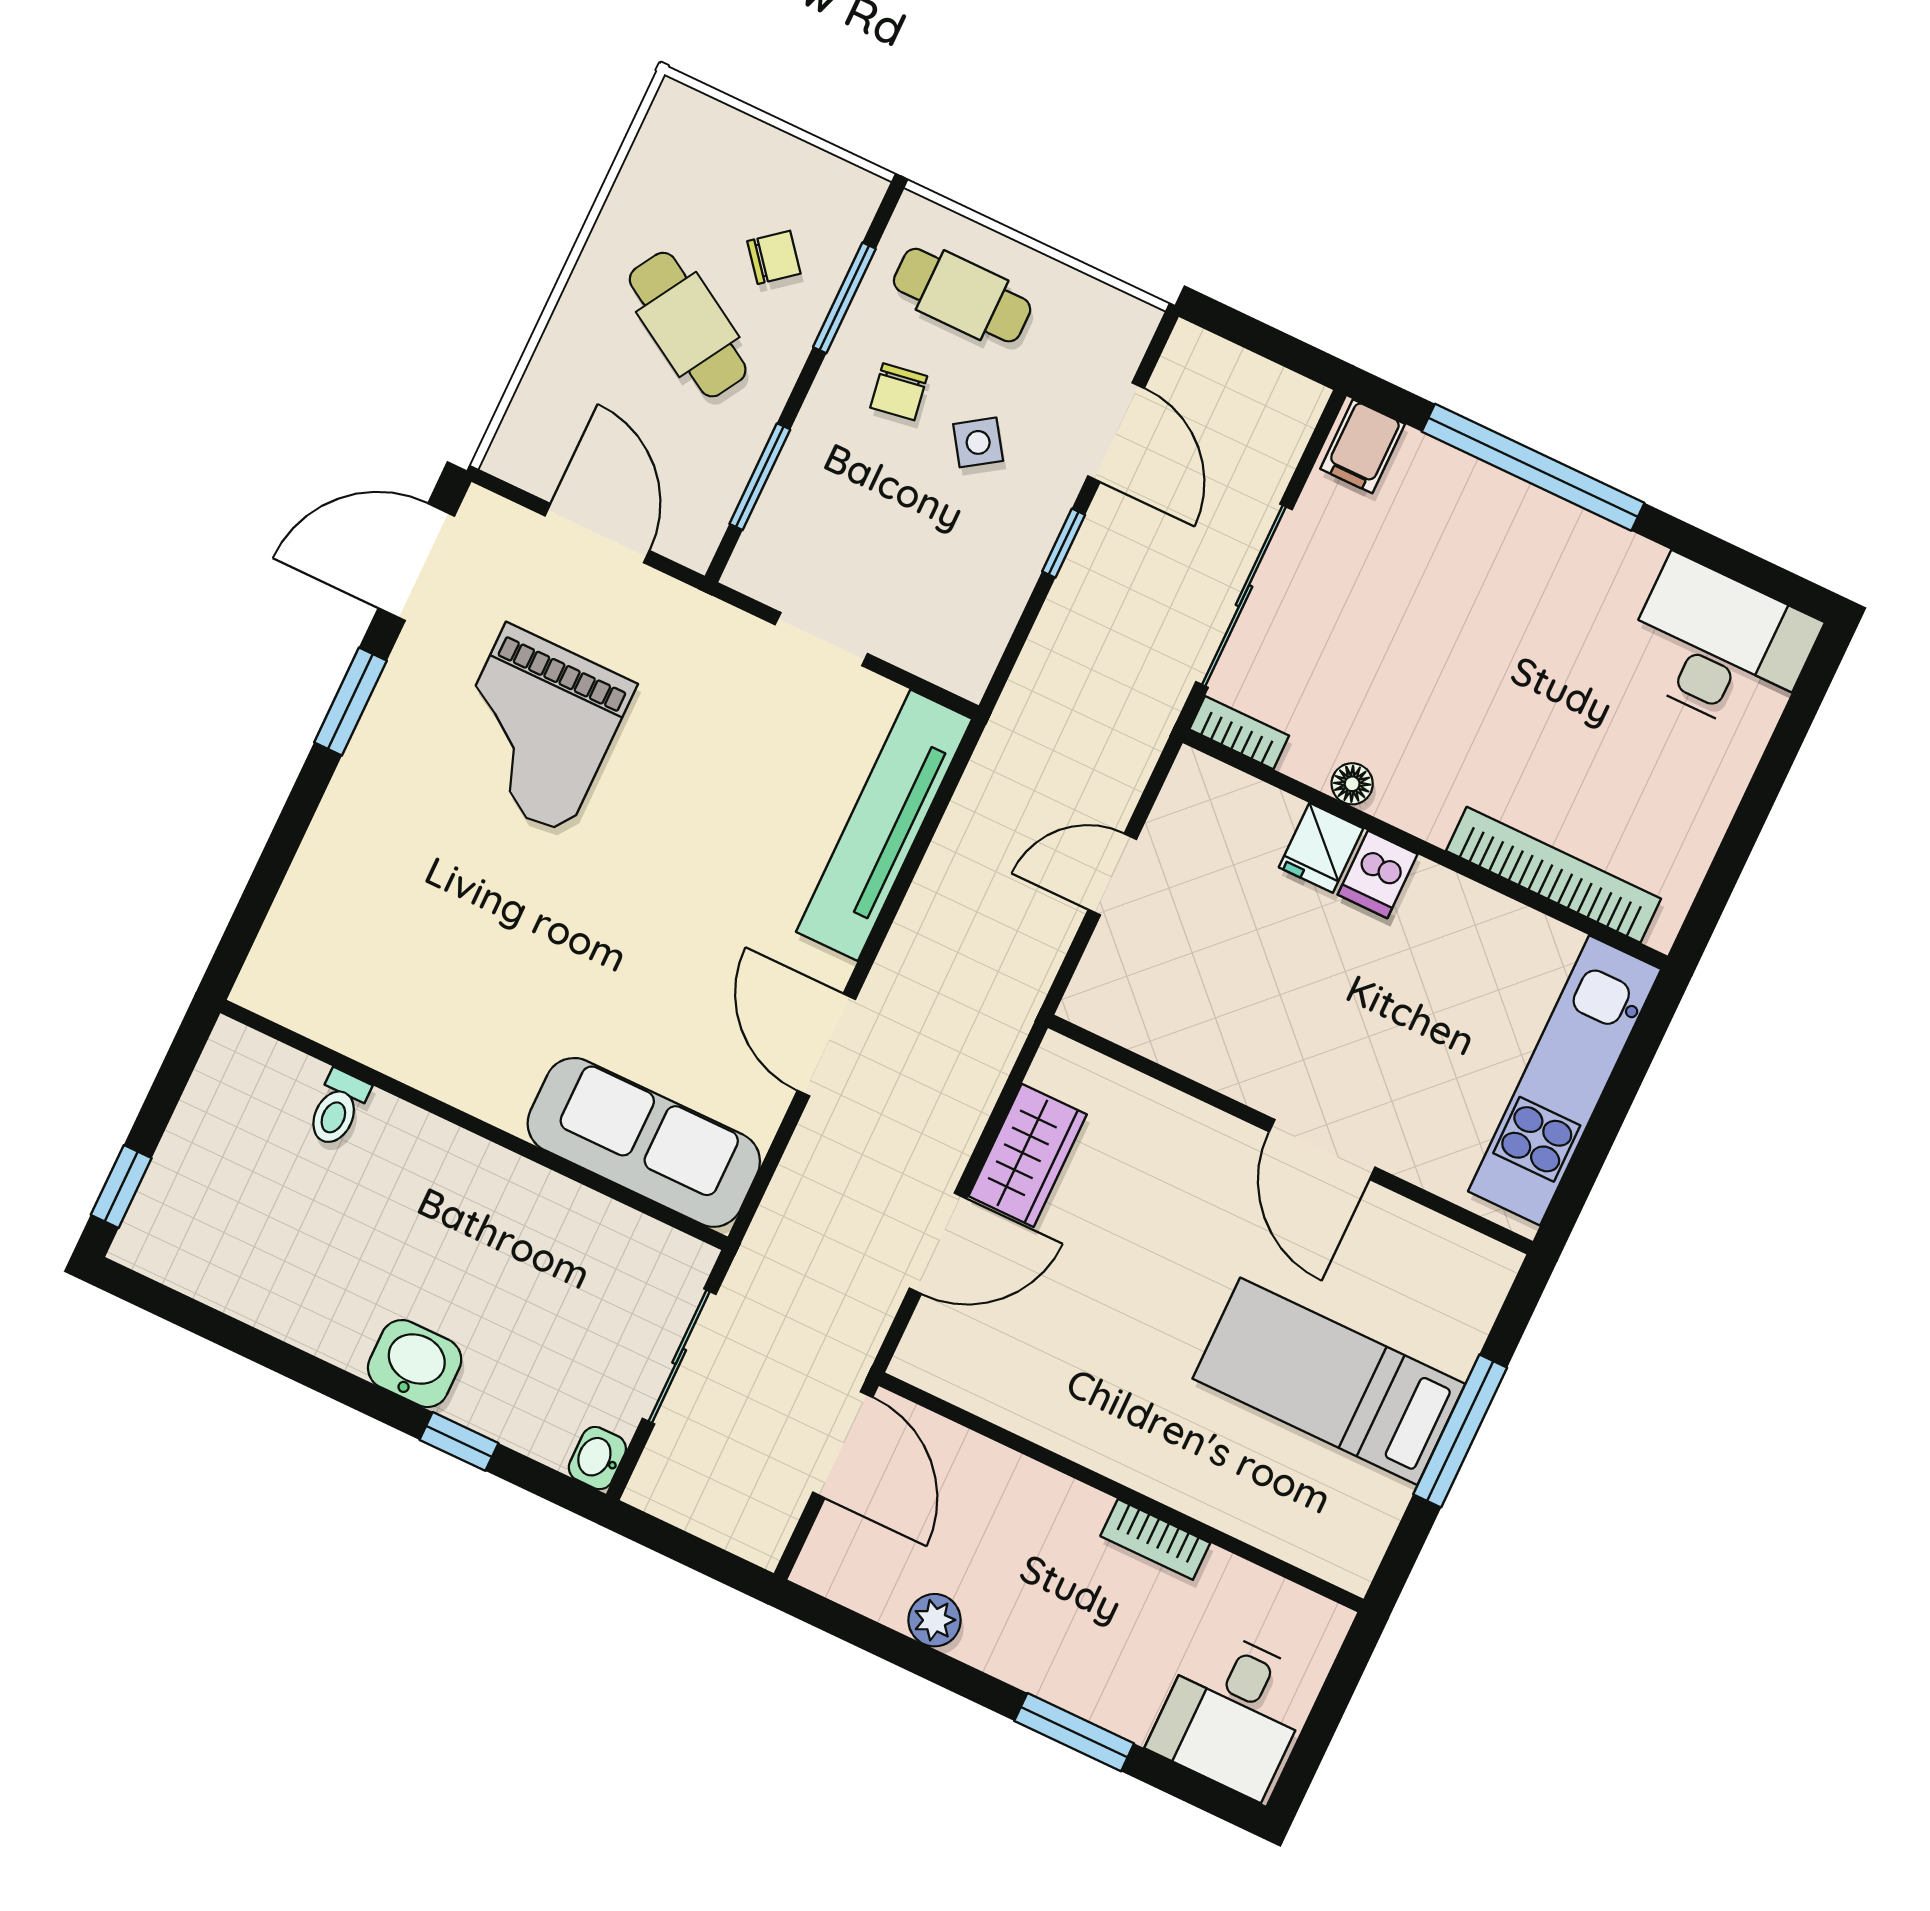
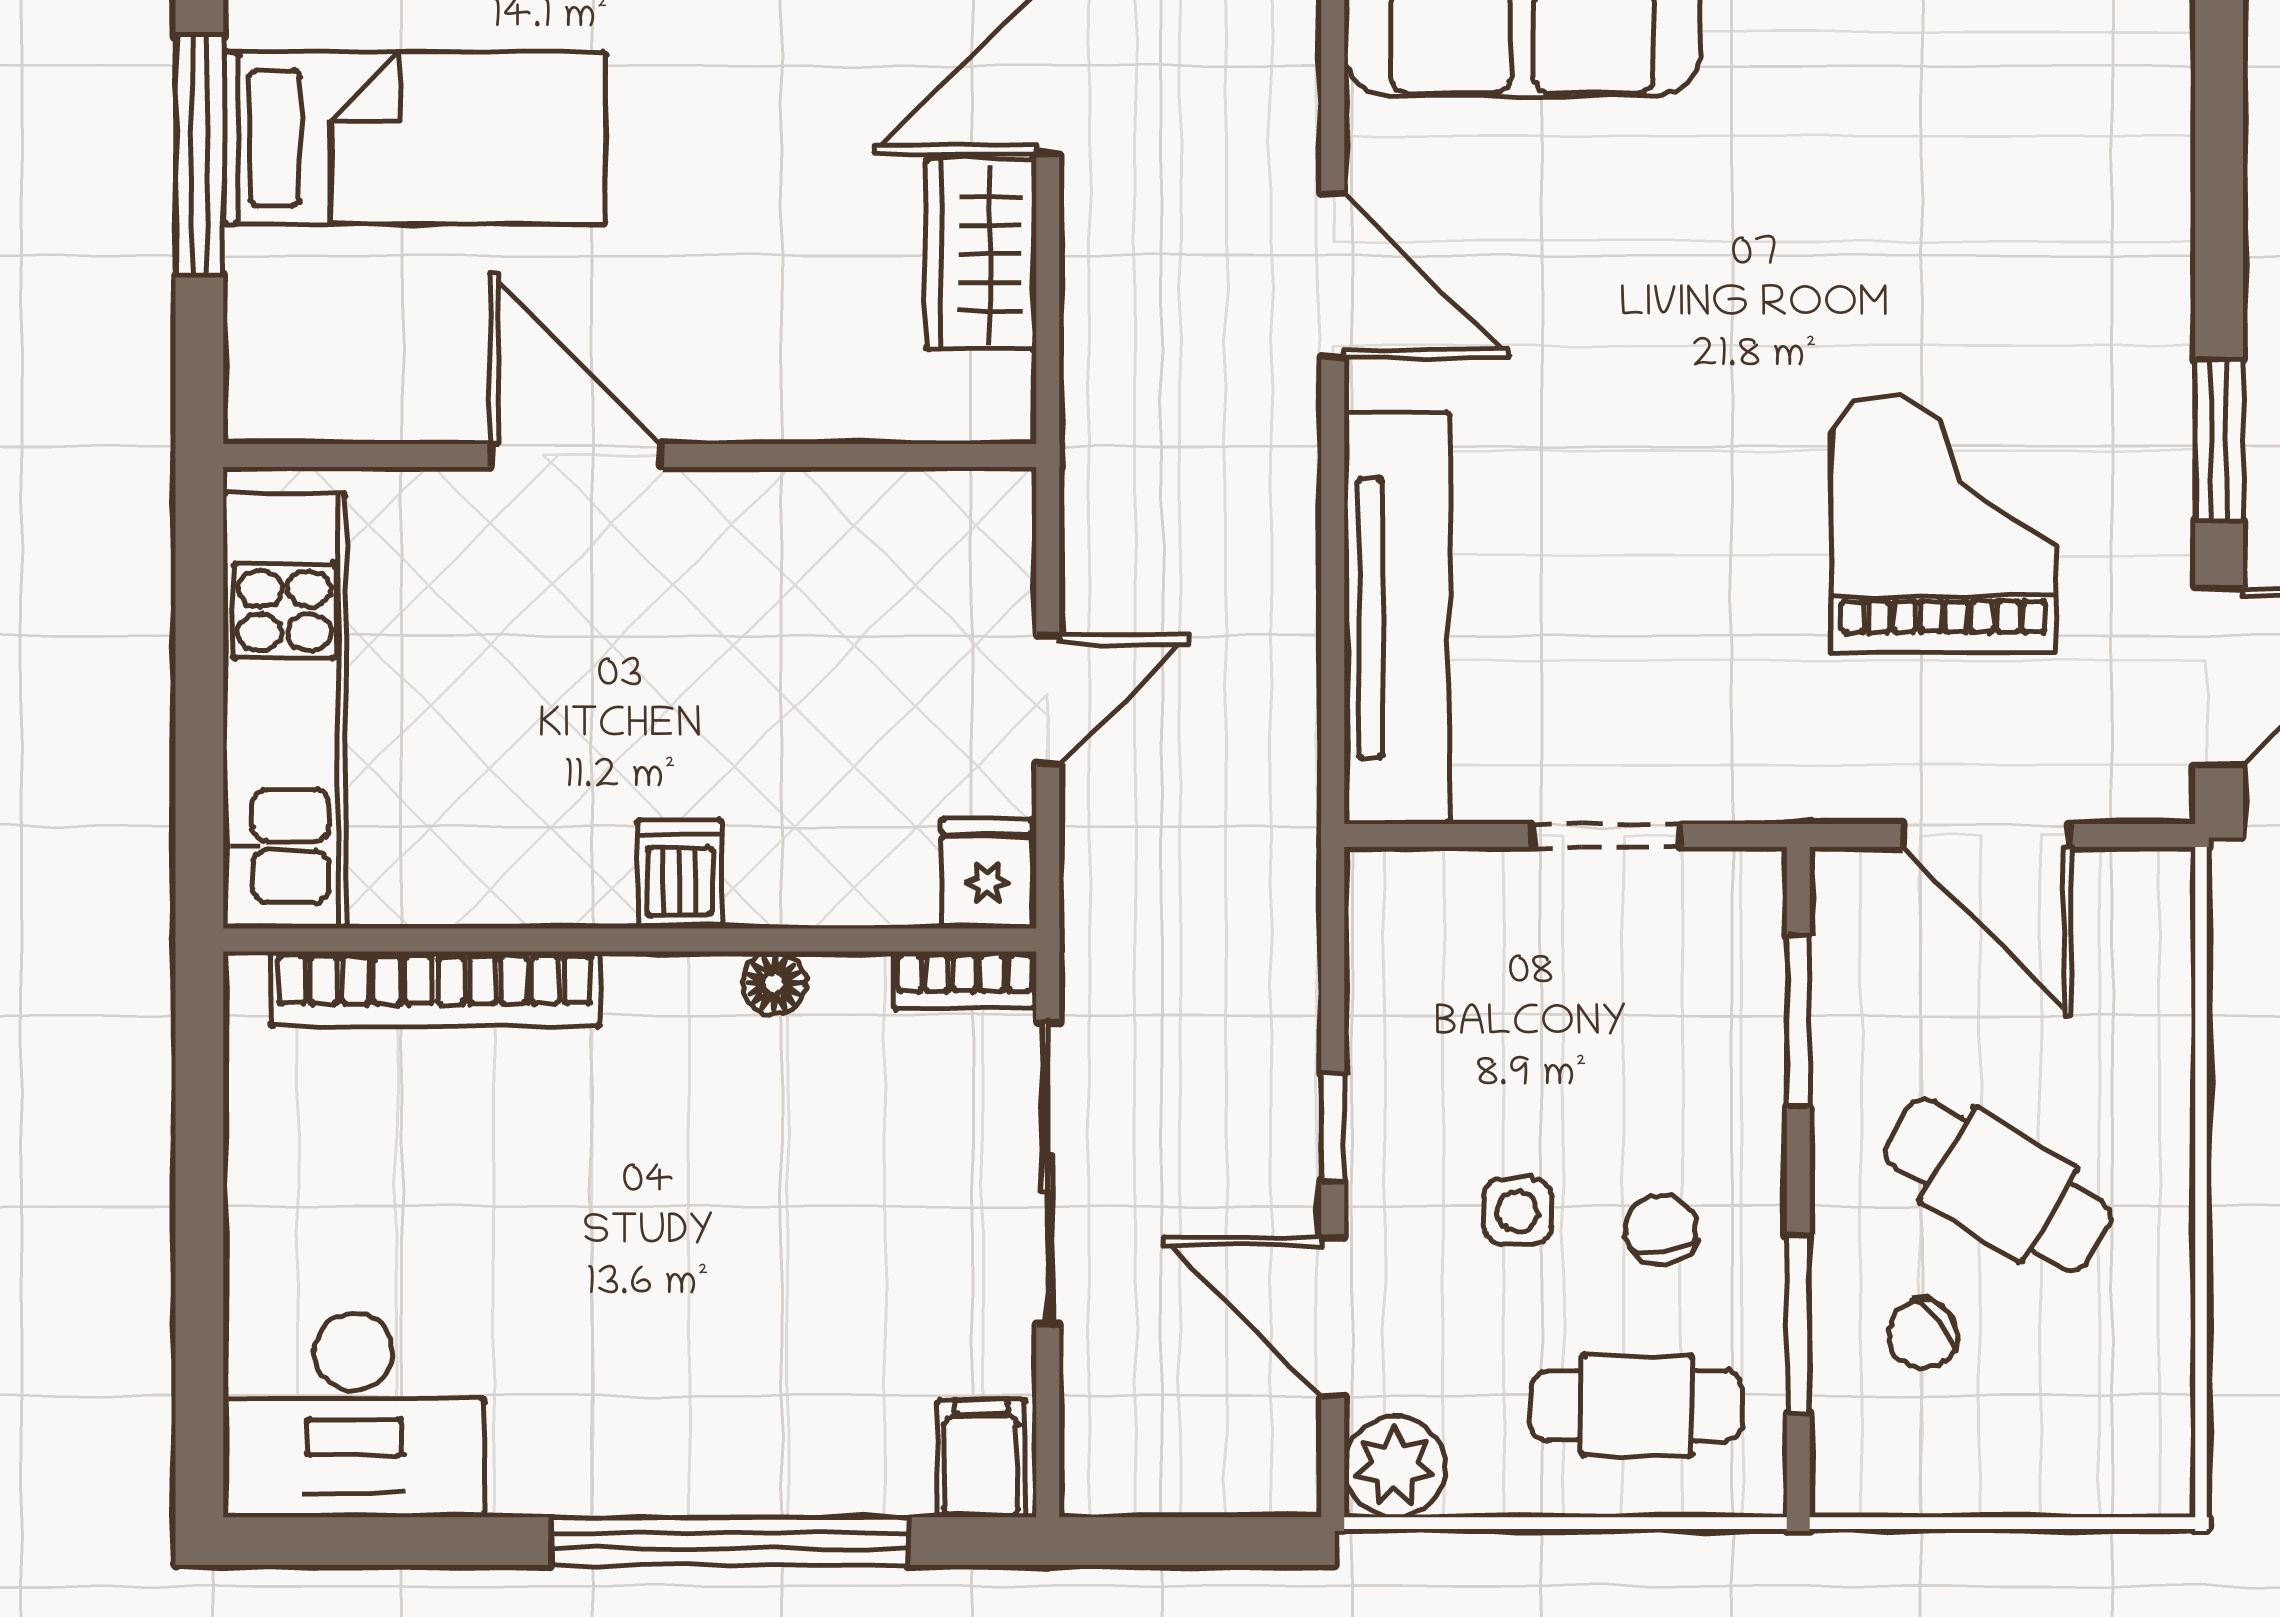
plant: (1121, 326) -> (1395, 1467), added
side table: (978, 442) -> (1518, 1211), turned 34
fridge: (1321, 848) -> (987, 874), moved

